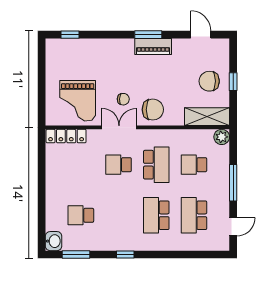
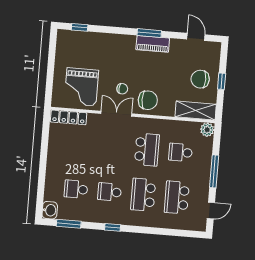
school desk: (119, 165) -> (110, 192), moved

